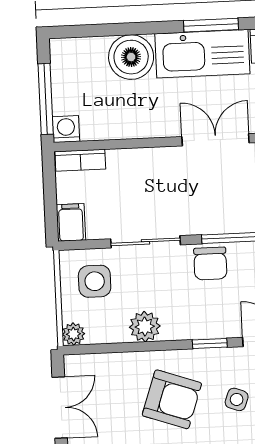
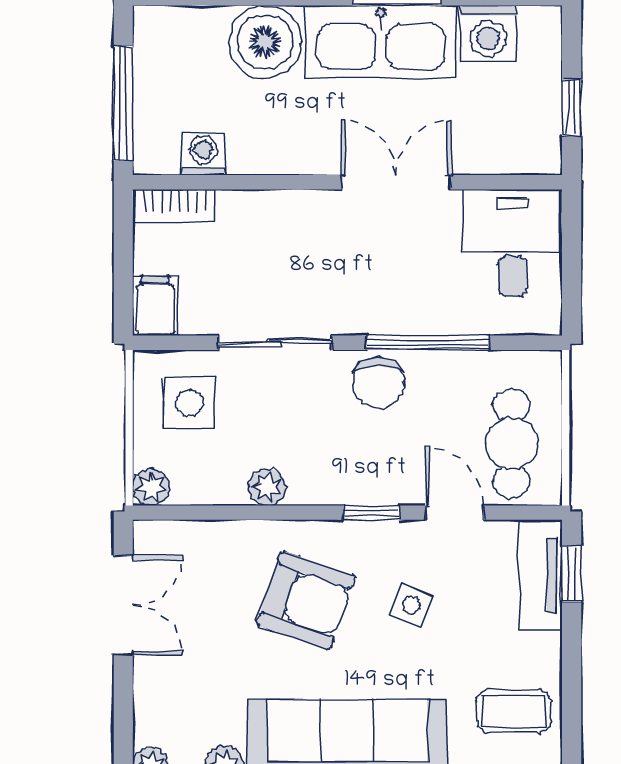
washing machine: (66, 129) -> (203, 154), moved
plant: (145, 327) -> (267, 487), width x0.73, depth x0.73

